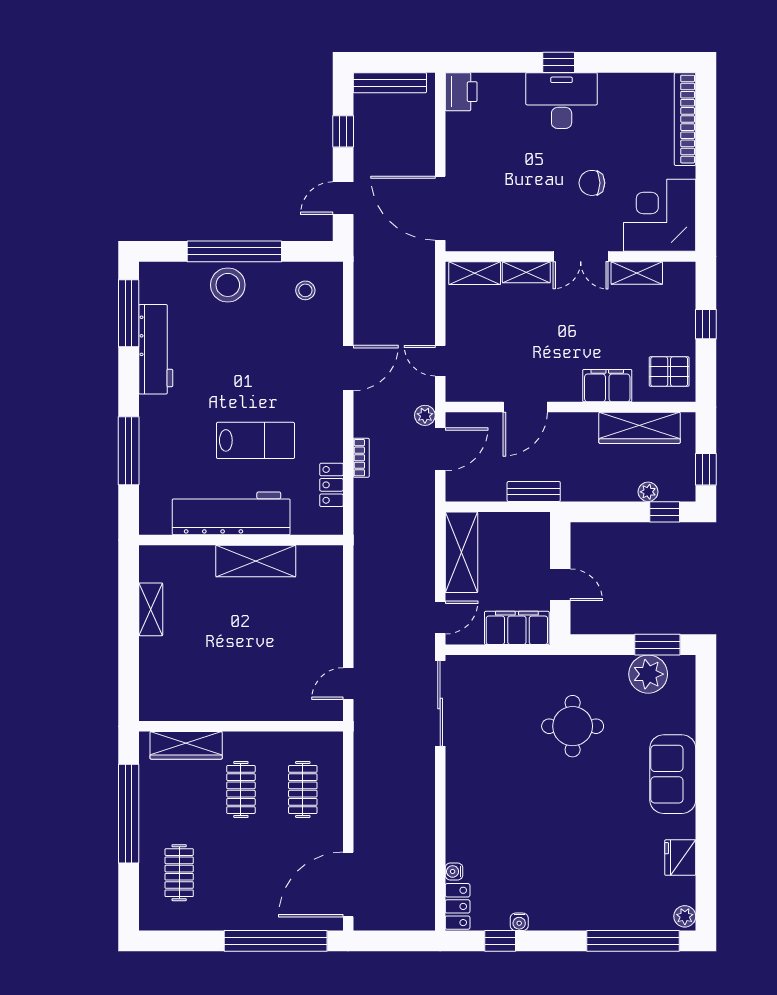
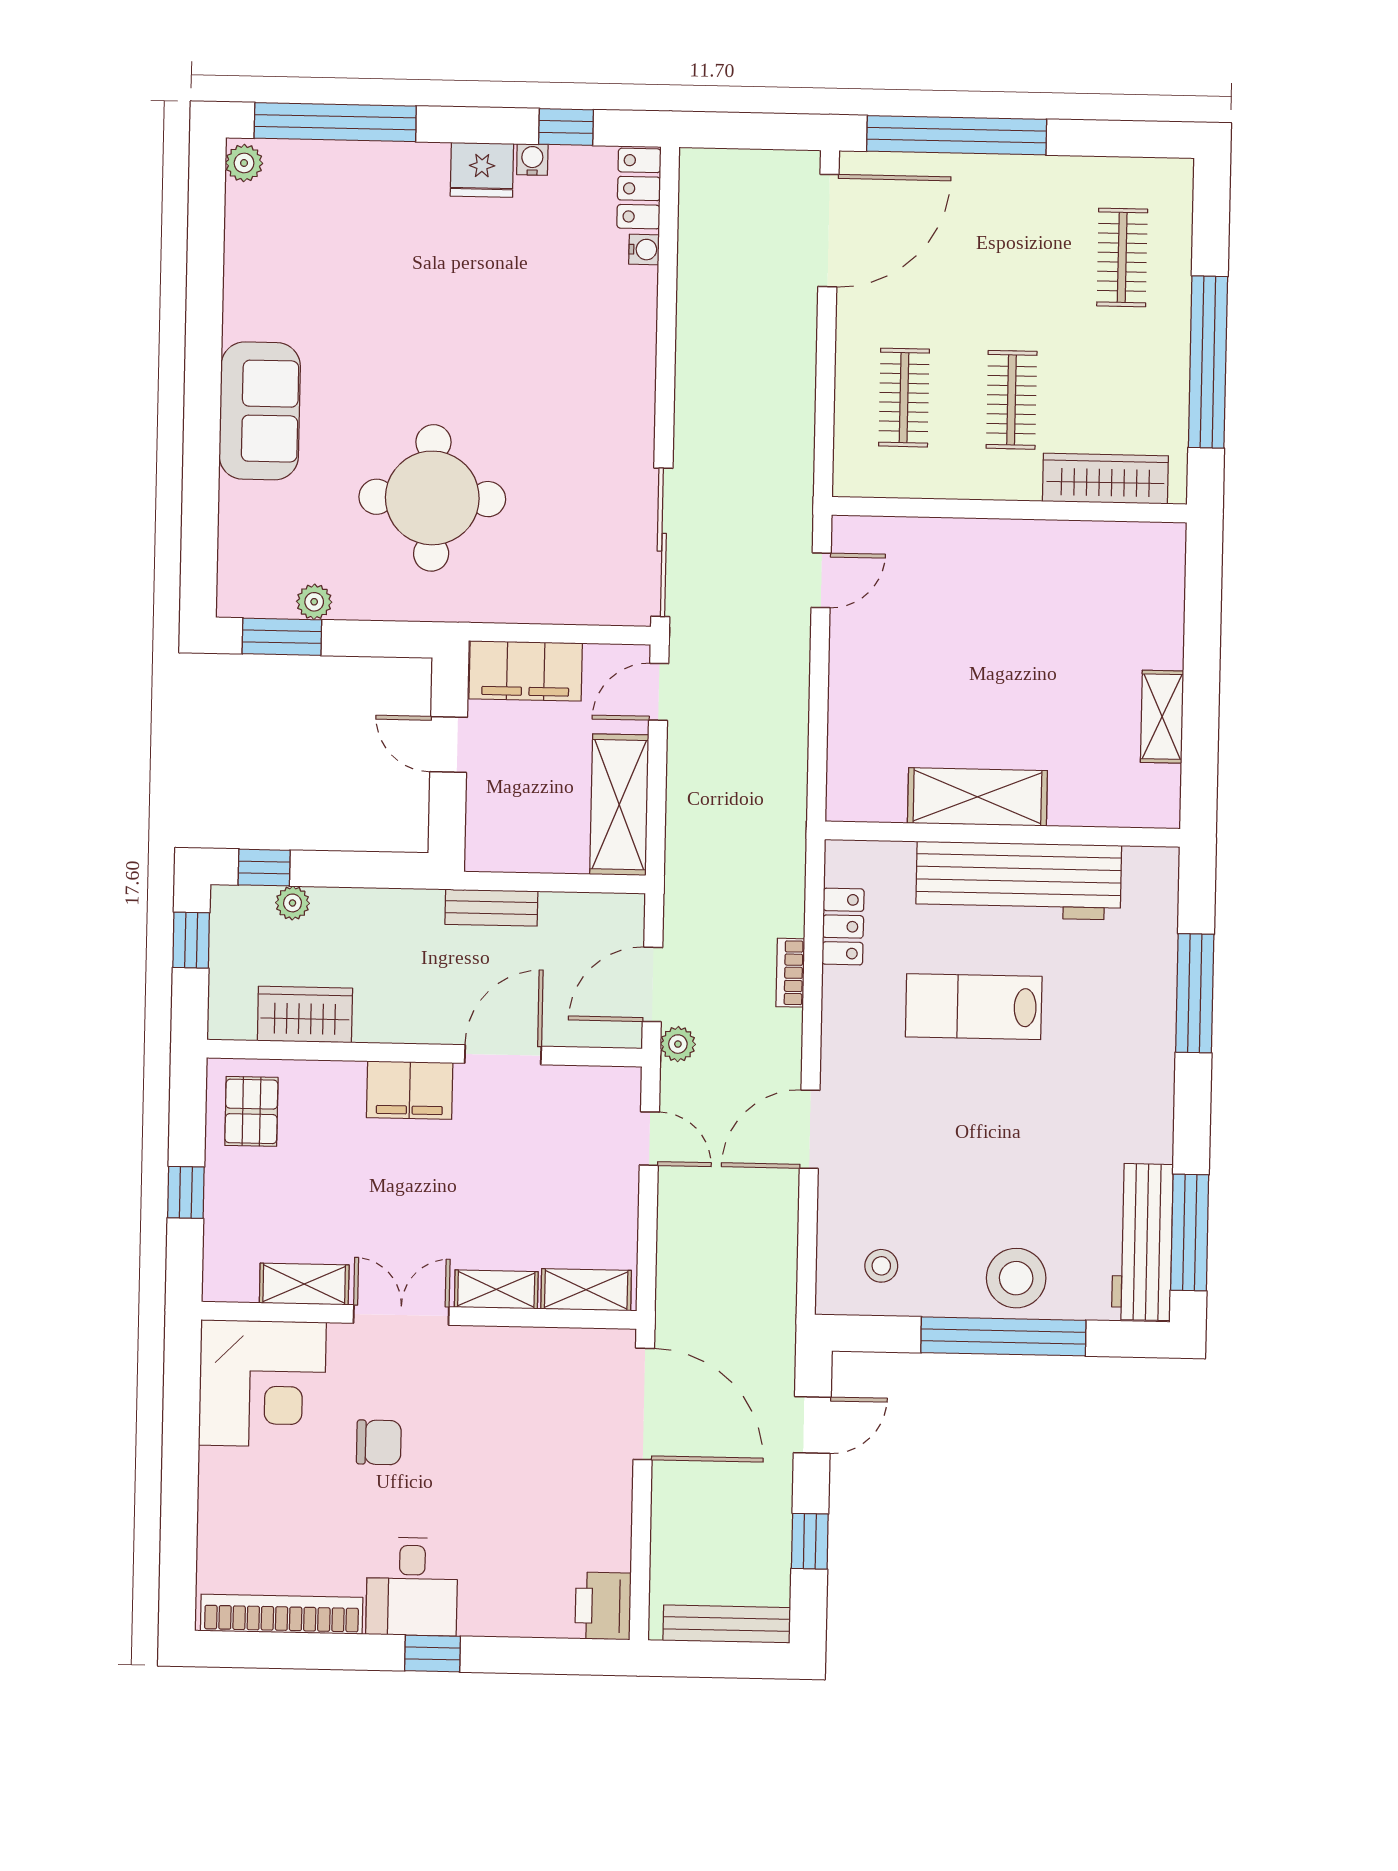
desk: (562, 101) -> (412, 1587), width x0.73
bookcase: (685, 119) -> (282, 1614), moved, turned -90
workbench: (156, 349) -> (1142, 1242), moved
pallet: (669, 372) -> (251, 1111), turned 90
filing cabinet: (607, 386) -> (410, 1090), moved
wardrobe: (640, 428) -> (305, 1014), width x0.67
plant: (648, 674) -> (314, 602), width x0.53, depth x0.53
round table: (573, 726) -> (432, 498), width x1.36, depth x1.36
fridge: (680, 858) -> (482, 170), moved, turned 90

